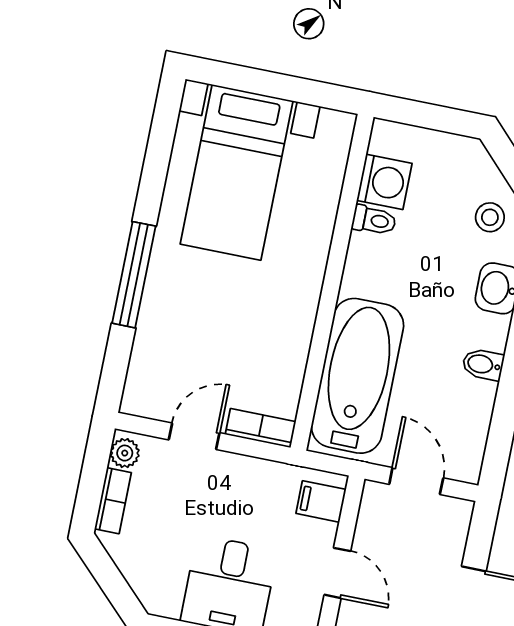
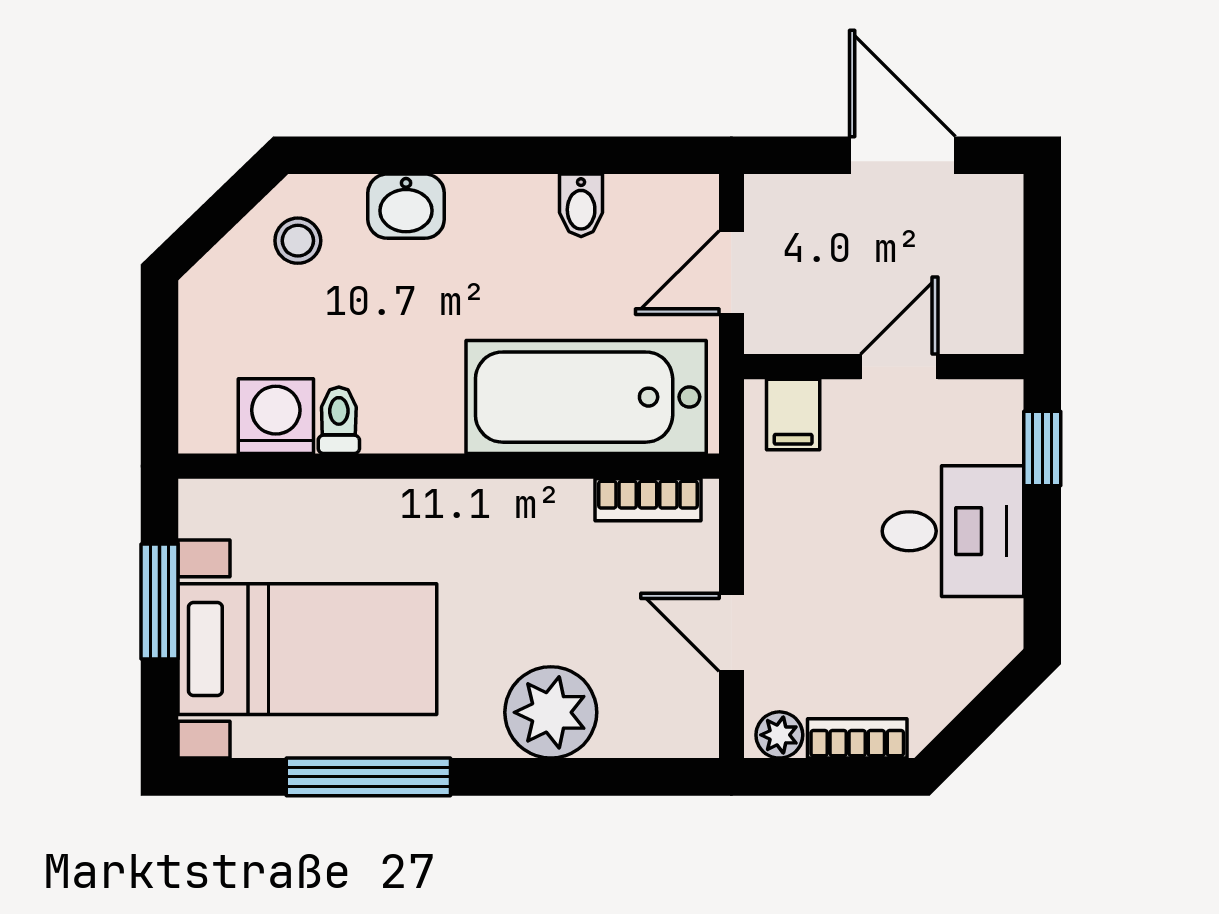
window: (284, 87) -> (160, 602), added
window: (134, 275) -> (368, 777), moved
plant: (167, 315) -> (551, 712), added
bidet: (483, 364) -> (581, 205), moved
bookcase: (261, 428) -> (648, 500), moved, turned -90

